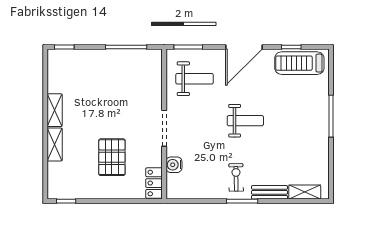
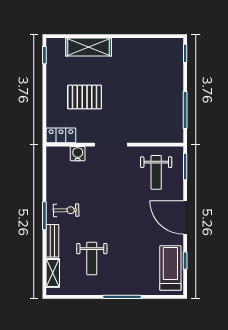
shelving: (55, 110) -> (127, 45), removed
weight bench: (245, 121) -> (92, 258), moved
shelving: (55, 145) -> (89, 47), width x1.50, depth x1.33

